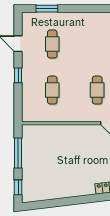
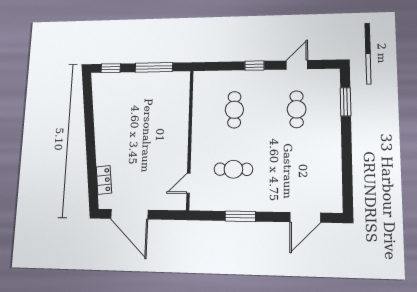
cafe table: (52, 44) -> (297, 109), turned 90
cafe table: (52, 90) -> (234, 110), turned 90

